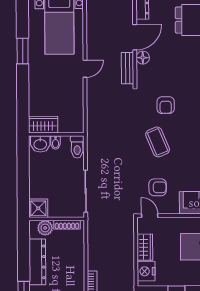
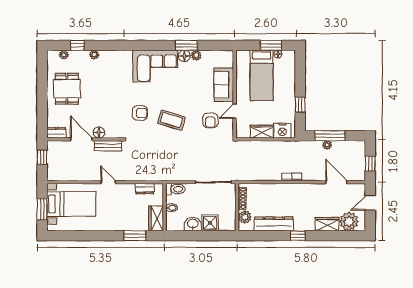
window: (23, 51) -> (135, 236), moved
dresser: (78, 111) -> (145, 189), added
coffee table: (158, 142) -> (171, 120), turned 40
washbasin: (40, 144) -> (193, 224), moved, turned -90
armchair: (158, 187) -> (210, 120), turned 180
shower: (38, 208) -> (210, 223), moved
door: (150, 216) -> (235, 111), moved

